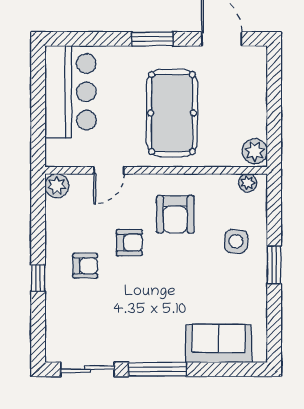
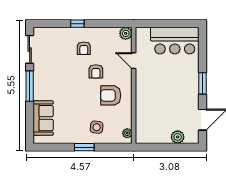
pool table: (172, 113) -> (164, 94), removed
plant: (255, 151) -> (178, 137), moved

